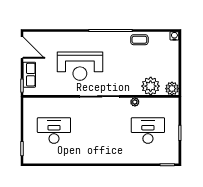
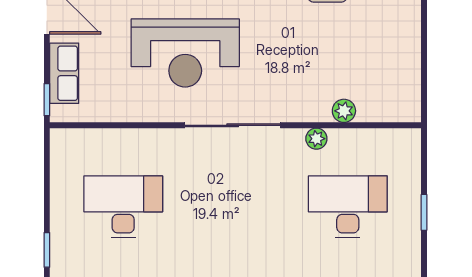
plant: (151, 86) -> (344, 111), width x0.53, depth x0.53
plant: (172, 89) -> (405, 106), removed

